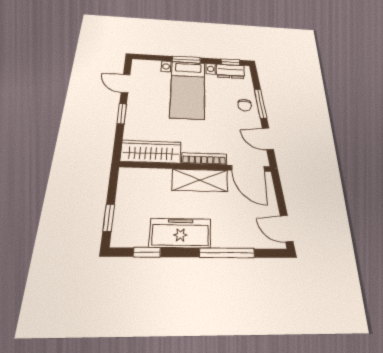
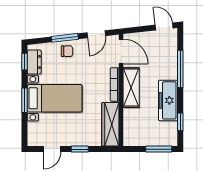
door: (248, 168) -> (121, 51), hinge flipped
window: (109, 218) -> (159, 149), width x1.50
door: (287, 229) -> (164, 26), swing flipped

